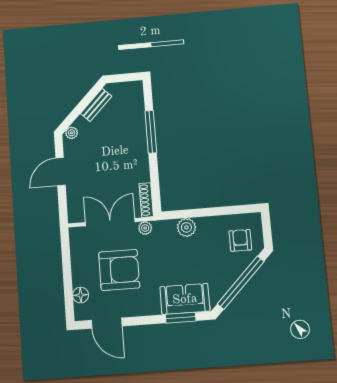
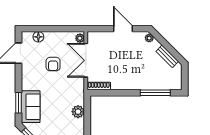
window: (151, 132) -> (155, 93), moved
double door: (110, 222) -> (86, 60), swing flipped
plant: (145, 228) -> (80, 38), moved
armchair: (119, 270) -> (53, 64), width x0.53, depth x0.53

